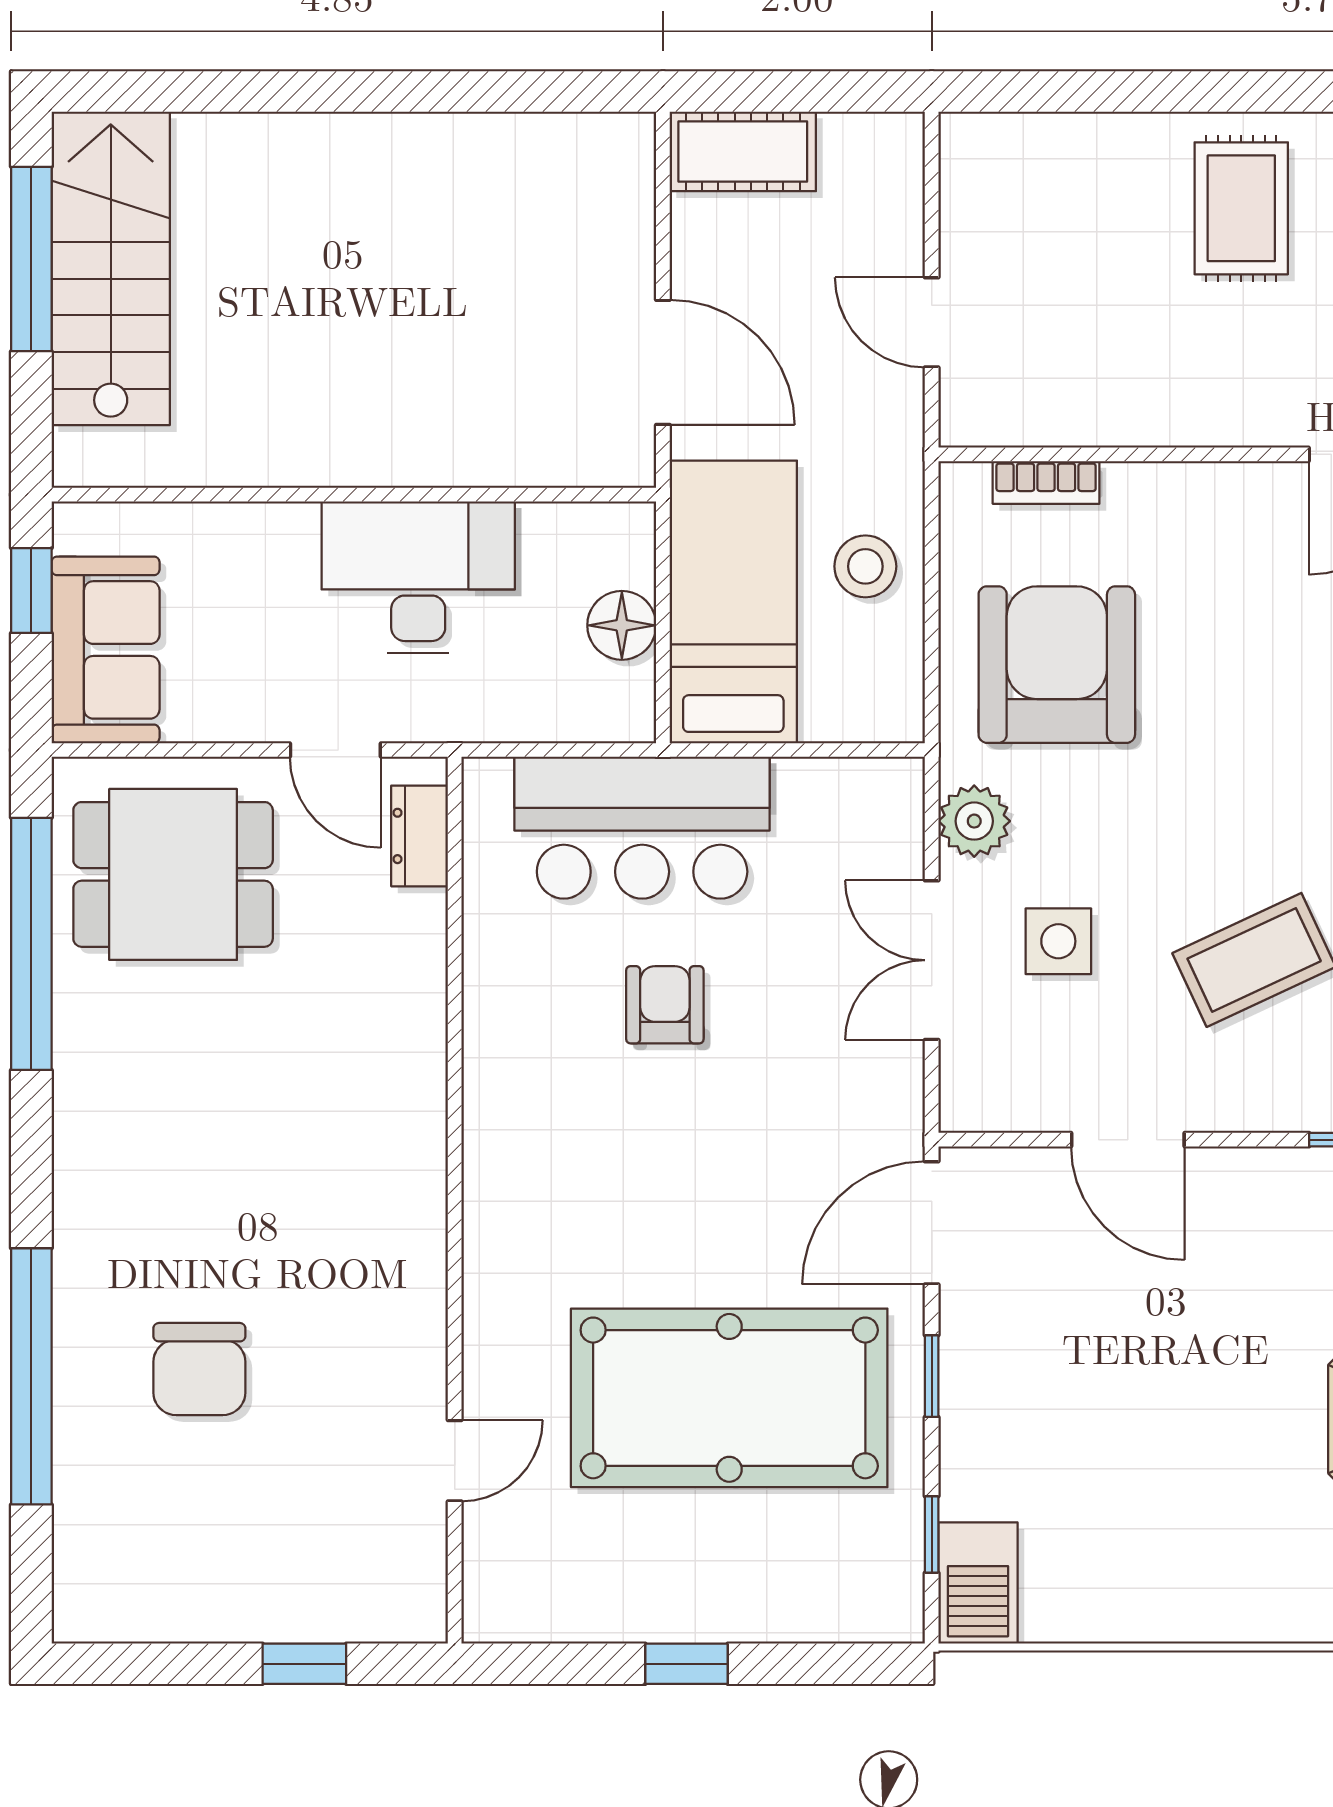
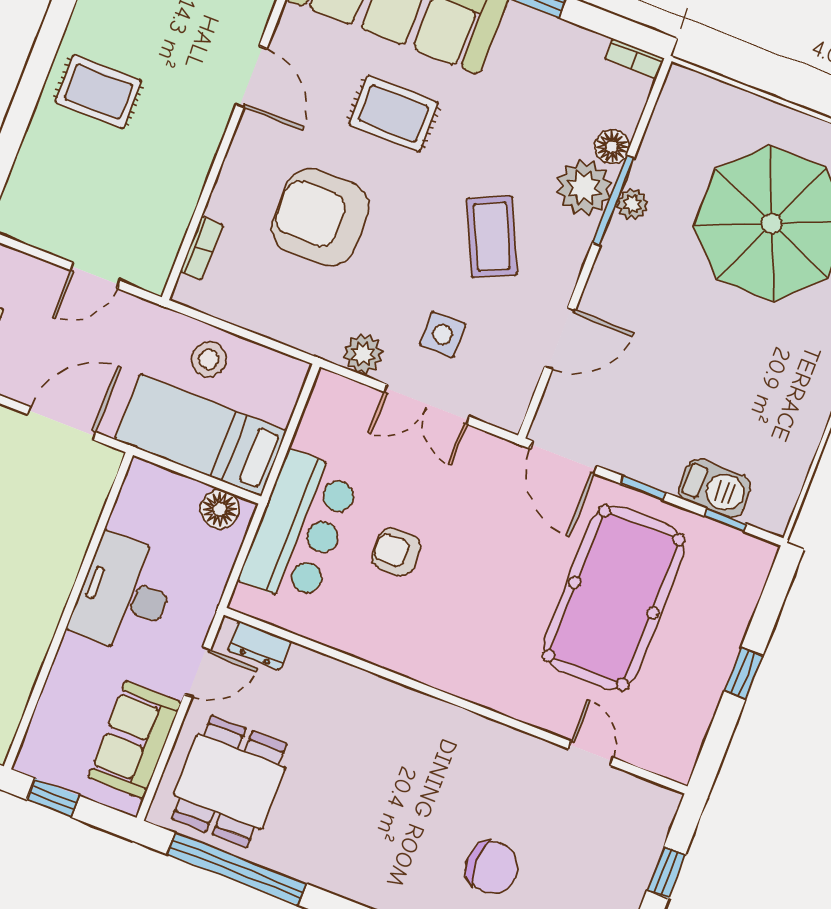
floor lamp: (622, 625) -> (220, 509), moved
sofa: (106, 650) -> (135, 740), moved, turned -90
armchair: (1057, 665) -> (320, 217), moved
barbecue: (978, 1583) -> (715, 488), moved

